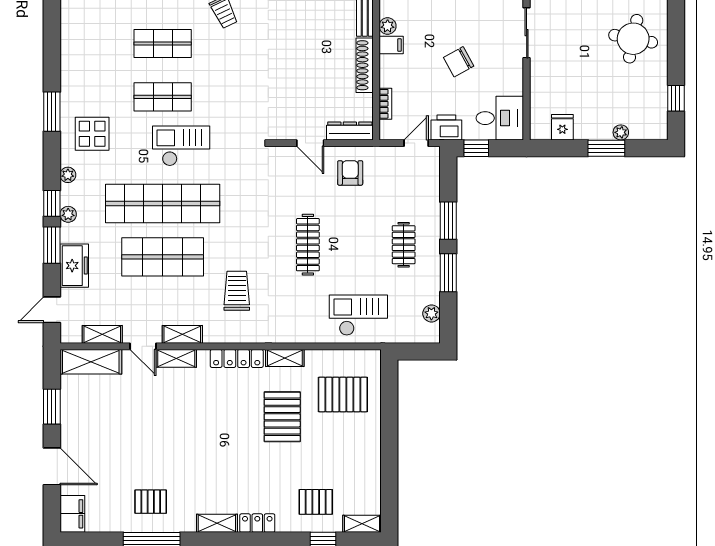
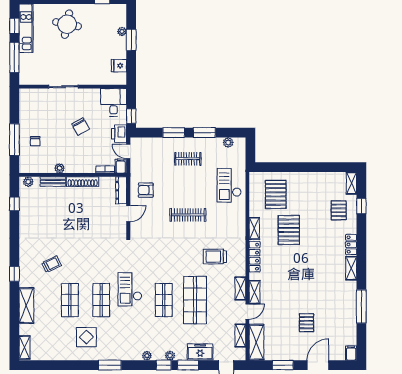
filing cabinet: (391, 45) -> (121, 166), moved
display table: (92, 134) -> (86, 337), moved
shop shelf: (163, 204) -> (164, 300), width x0.50, depth x0.74
pallet: (282, 417) -> (289, 230), turned 90
pallet: (151, 502) -> (306, 323), moved
filing cabinet: (72, 514) -> (351, 353), width x0.50

